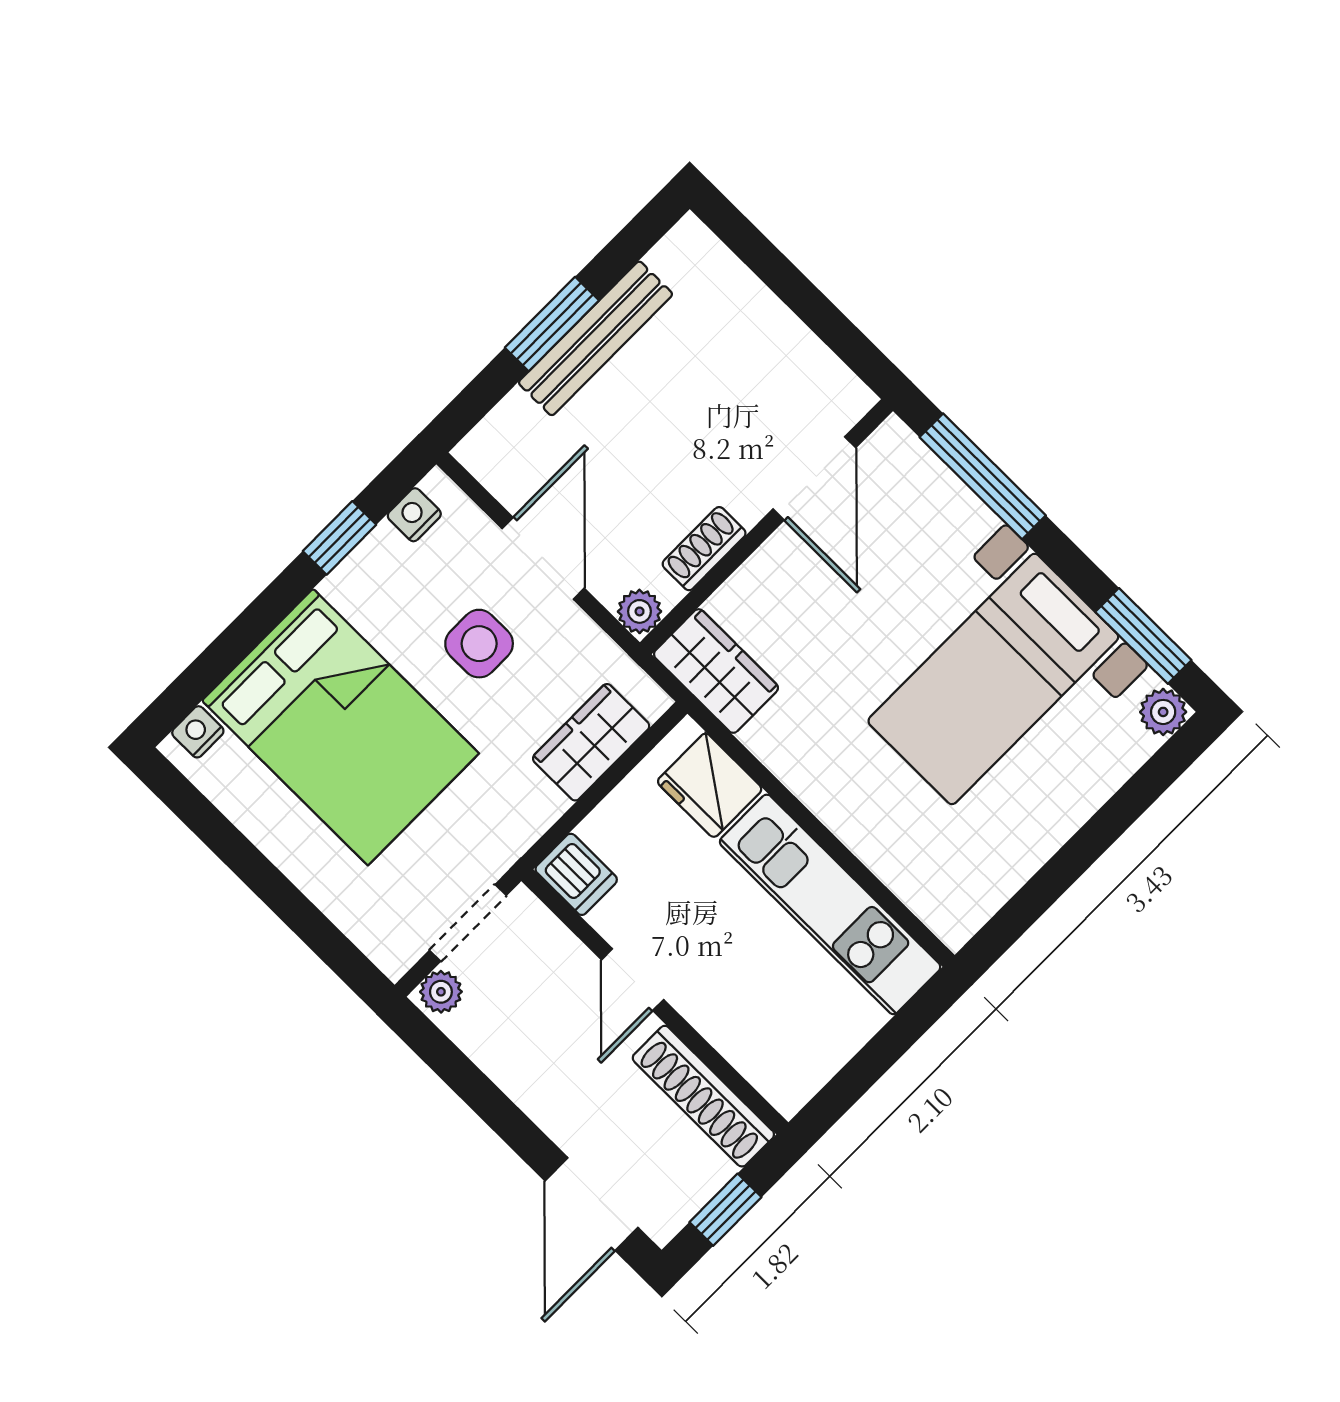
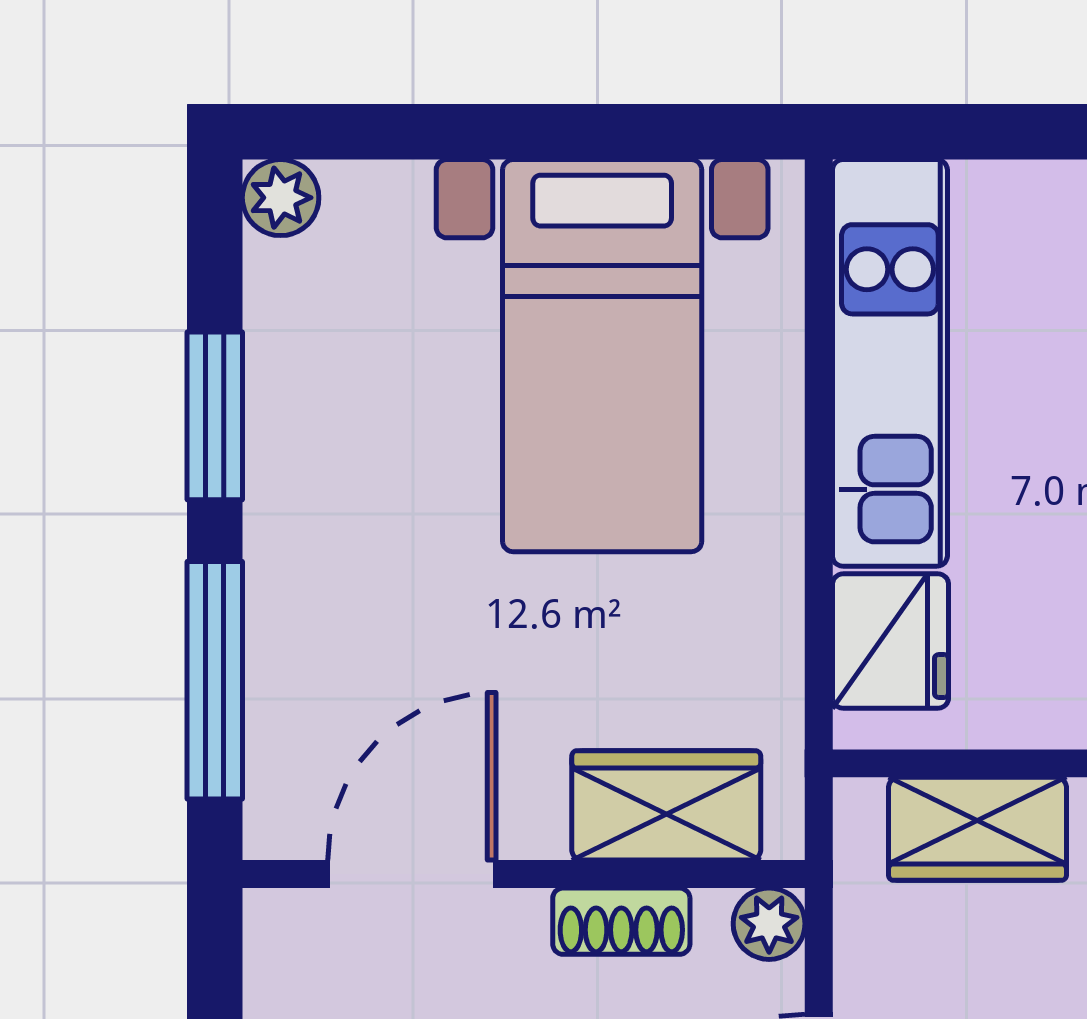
window: (1143, 636) -> (215, 416), moved
wardrobe: (716, 671) -> (666, 805), moved, turned 90
bed with nightstands: (993, 679) -> (602, 356), moved, turned 90

